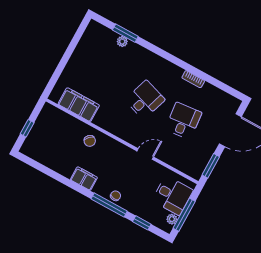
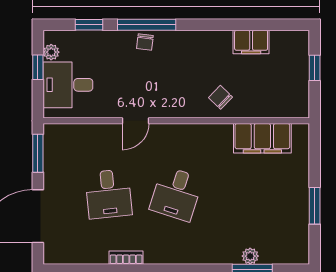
window: (70, 50) -> (315, 206), added
filing cabinet: (84, 179) -> (251, 42), moved
window: (184, 215) -> (38, 67), width x0.46

